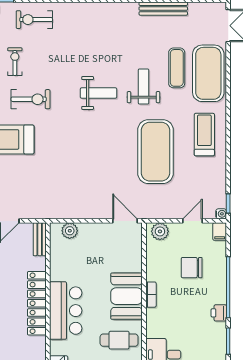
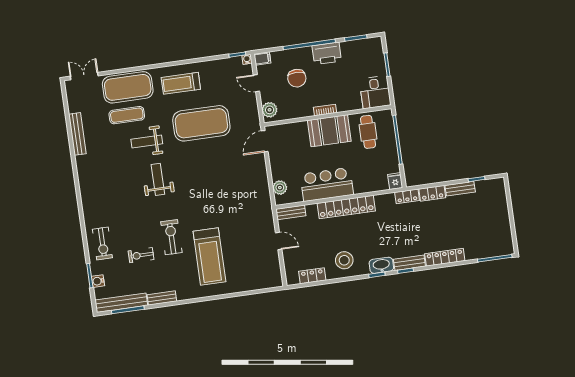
bar counter: (66, 311) -> (327, 184), moved
printer: (219, 313) -> (327, 53), width x1.87, depth x1.48

